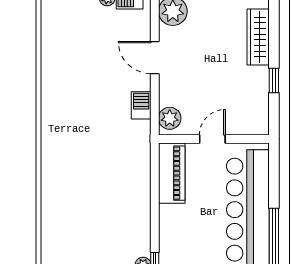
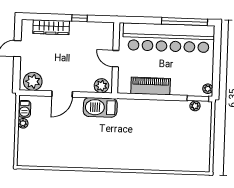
barbecue: (141, 105) -> (100, 107), width x1.88, depth x1.53
piano: (172, 173) -> (151, 86), moved

